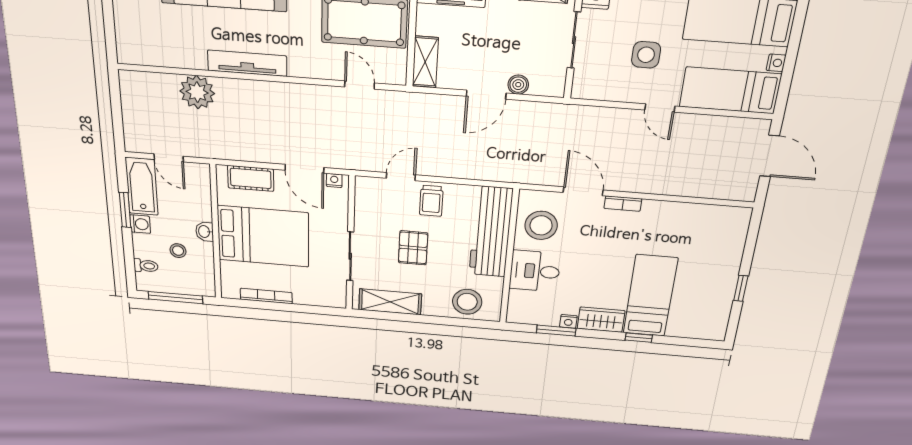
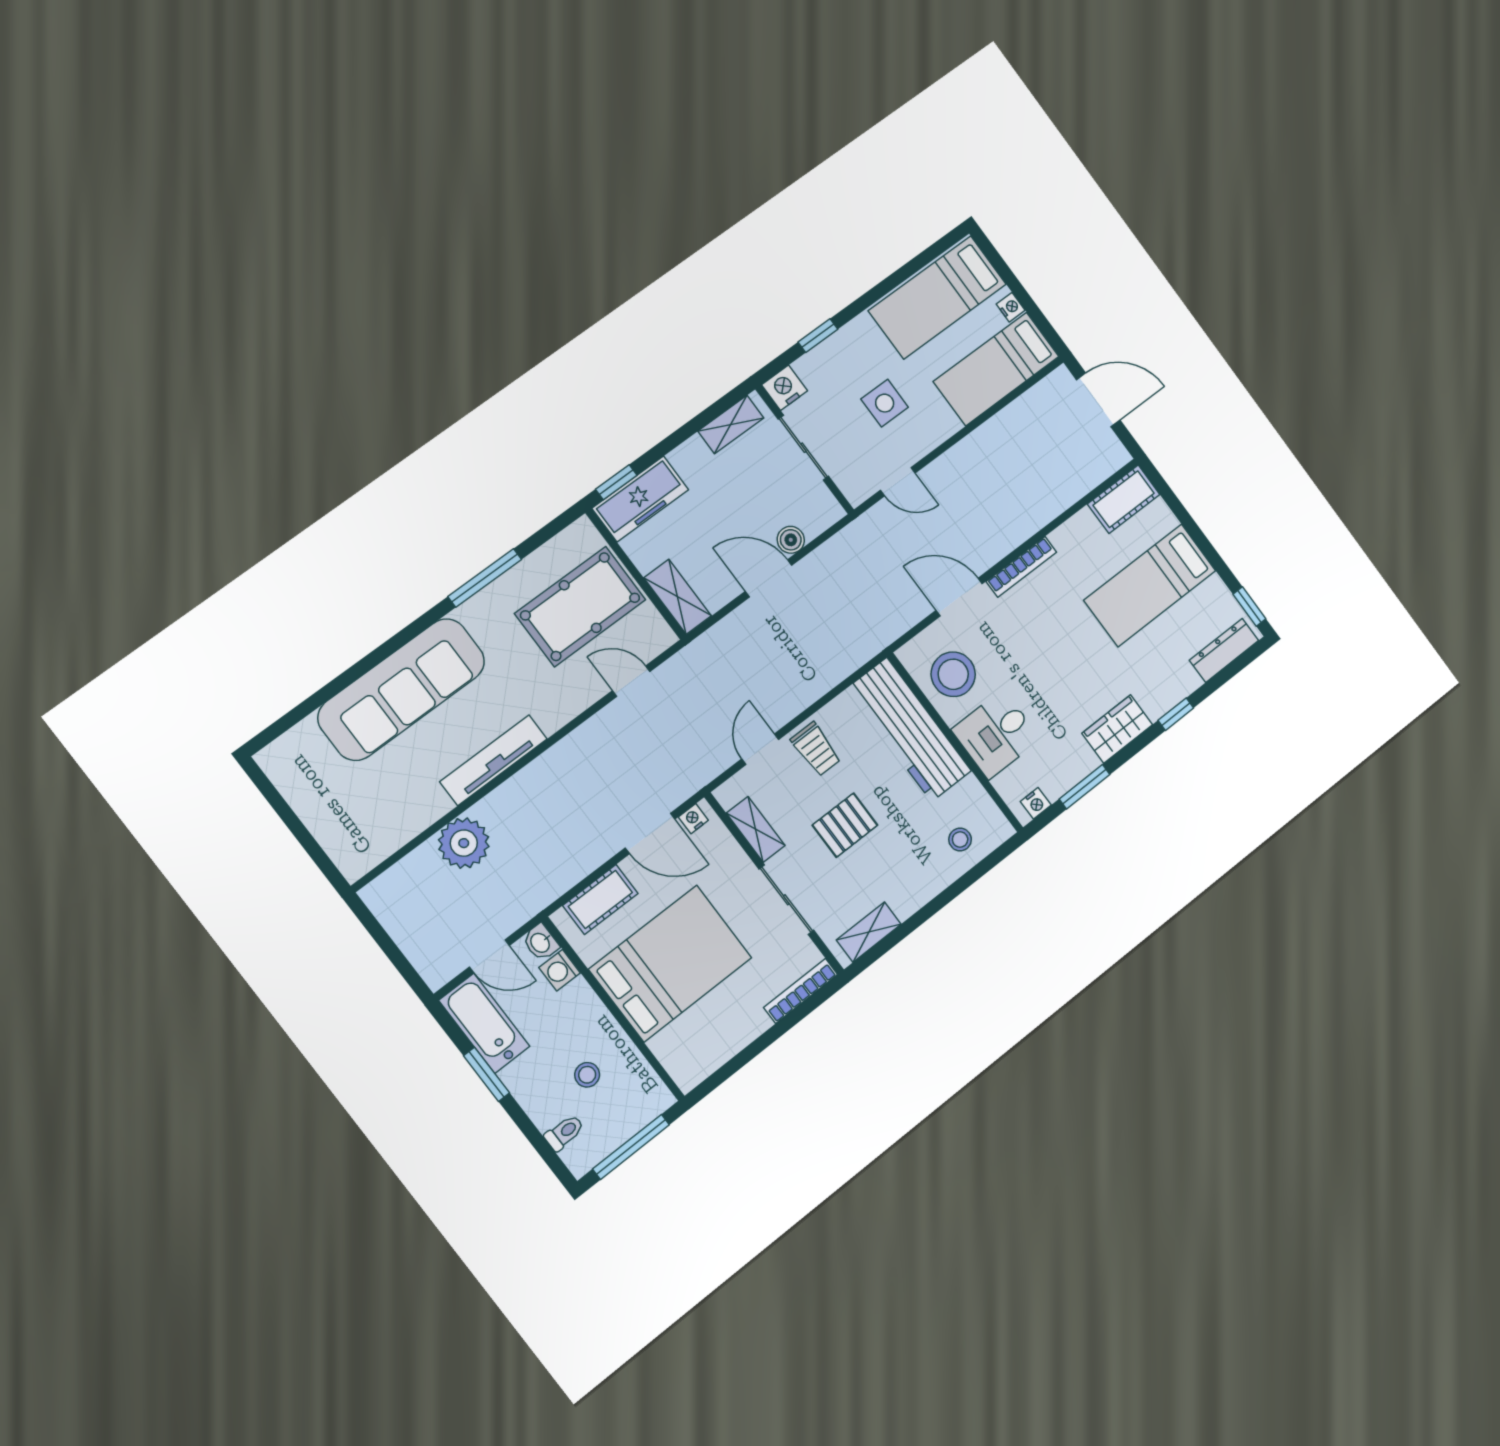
door: (486, 95) -> (768, 578), swing flipped
door: (660, 108) -> (898, 482), moved
bookcase: (623, 204) -> (1021, 567), width x1.56
shelving: (363, 212) -> (756, 829), added
cot: (726, 218) -> (1124, 499), added
washing machine: (140, 224) -> (560, 970), moved, turned 180
washbasin: (205, 232) -> (541, 942), moved
pallet: (413, 248) -> (845, 825), turned 90
window: (741, 288) -> (1249, 607), moved
bookcase: (266, 296) -> (801, 991), moved
bed: (650, 296) -> (1150, 585), moved, turned -90
shelving: (390, 302) -> (869, 932), width x0.67, depth x0.75
stool: (467, 302) -> (960, 839), width x0.53, depth x0.53
nightstand: (568, 321) -> (1036, 803), moved
dresser: (697, 331) -> (1224, 650), added

